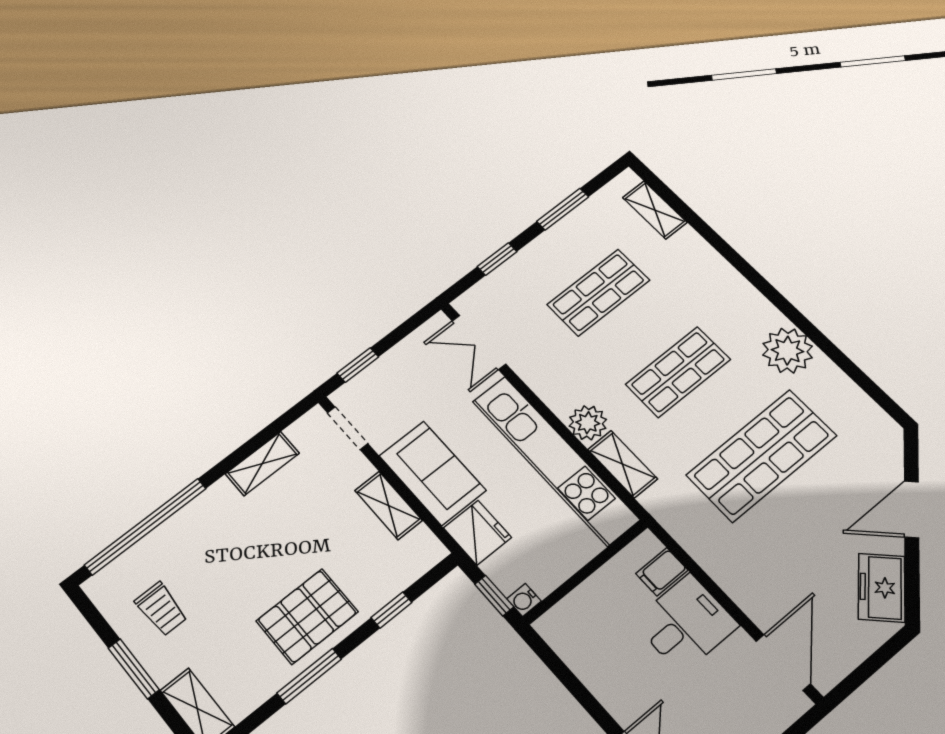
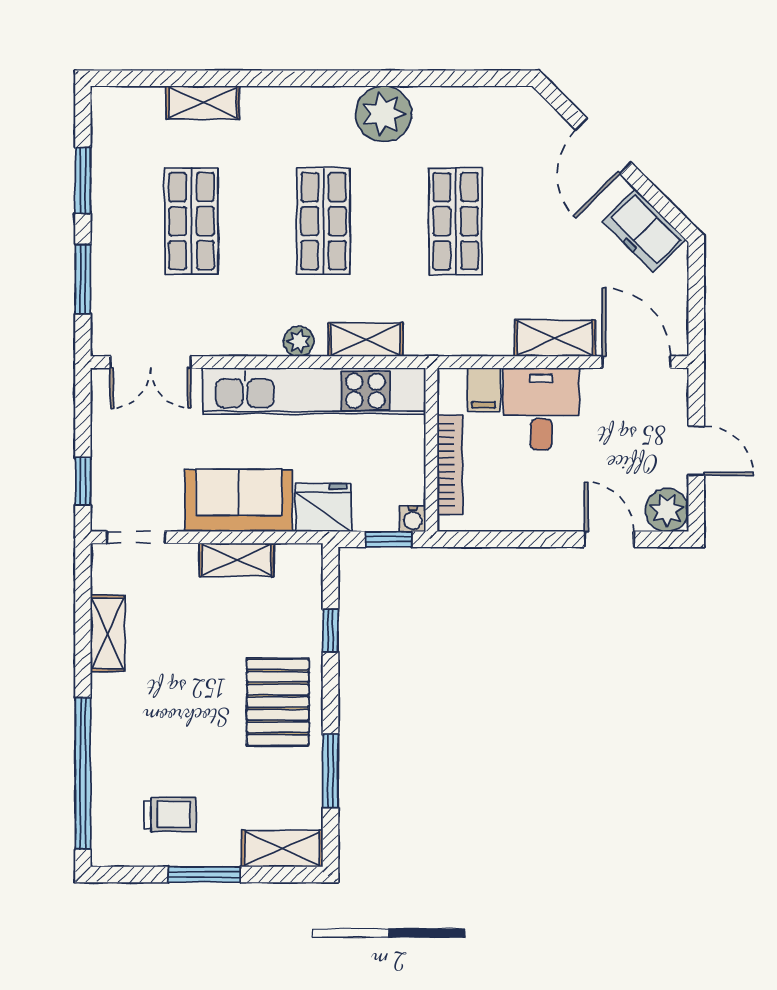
shelving: (655, 210) -> (203, 102), moved
window: (497, 259) -> (83, 279), width x1.50
plant: (588, 423) -> (299, 341), width x0.73, depth x0.73
shop shelf: (761, 455) -> (456, 221), width x0.70, depth x0.74
shelving: (745, 590) -> (555, 338), added
bookcase: (586, 593) -> (450, 465), added
window: (309, 676) -> (330, 771), moved

